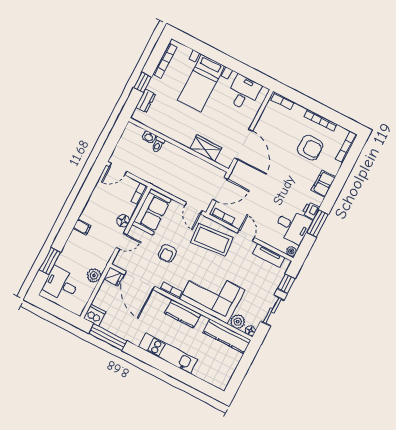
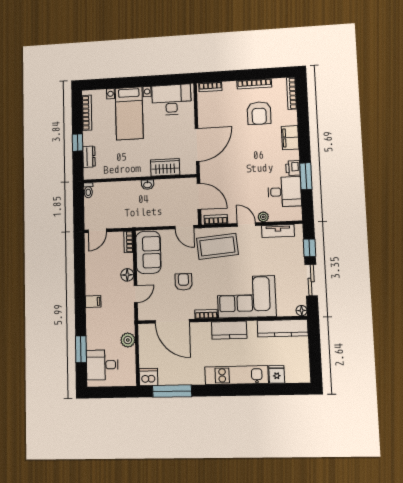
desk: (244, 92) -> (171, 100), width x1.37
washbasin: (149, 137) -> (148, 185), moved
toilet: (158, 145) -> (88, 190), moved
door: (243, 145) -> (197, 145), hinge flipped
armchair: (310, 148) -> (259, 113), turned 90
door: (220, 189) -> (199, 196), hinge flipped
plant: (291, 251) -> (263, 217), moved
armchair: (167, 253) -> (184, 282), turned 180
fridge: (114, 277) -> (277, 374), moved, turned -90
plant: (238, 322) -> (285, 309), removed

